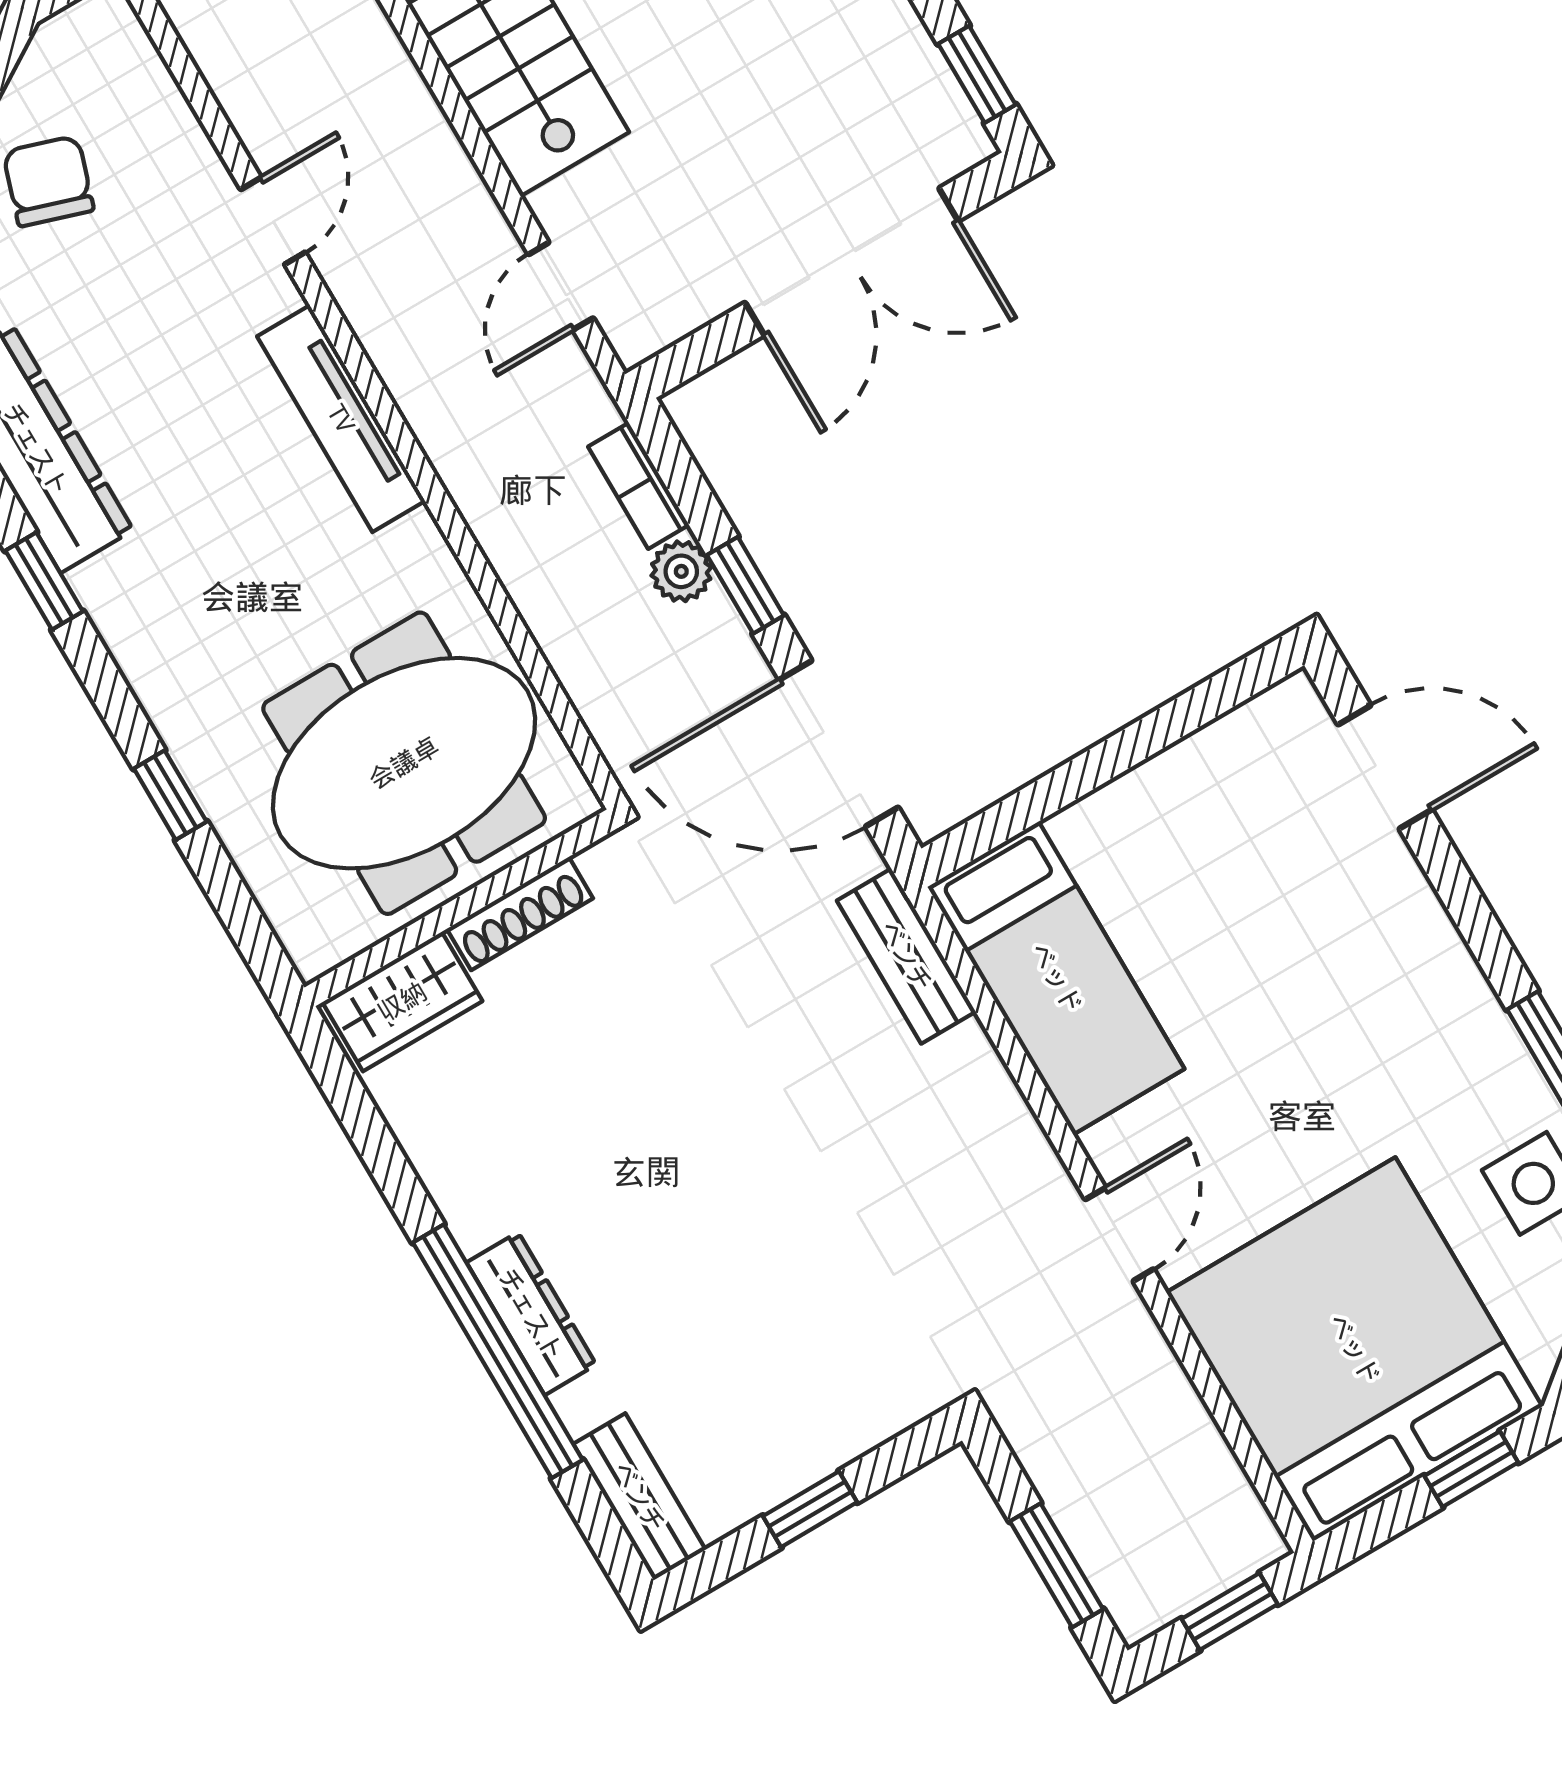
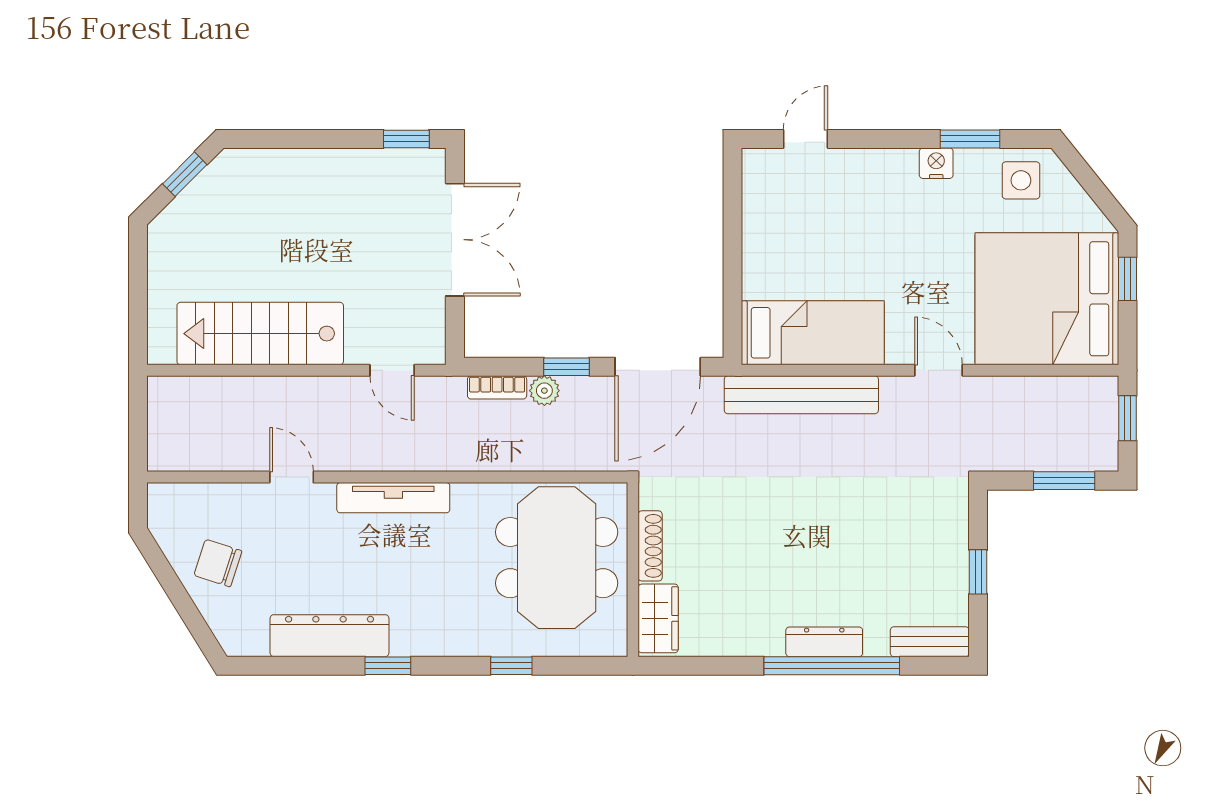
door: (1385, 767) -> (805, 139), width x0.73
bench: (906, 956) -> (801, 395), width x1.86, depth x1.21
nightstand: (1476, 1019) -> (936, 163), added

